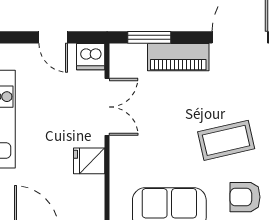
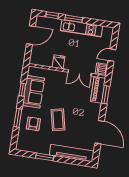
piano: (178, 57) -> (98, 90), moved

